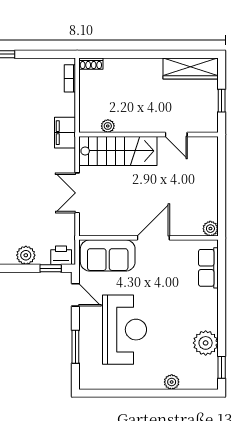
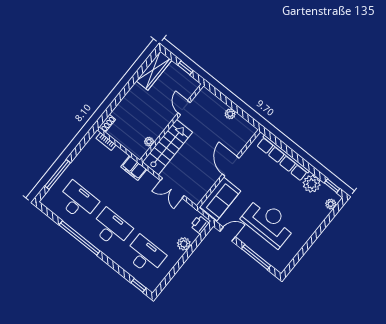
door: (176, 134) -> (184, 108), swing flipped
plant: (210, 229) -> (230, 114), moved
window: (51, 268) -> (202, 236), removed
row of seats: (208, 268) -> (283, 158), width x2.02
window: (75, 347) -> (256, 257), width x1.44
plant: (172, 382) -> (331, 204), moved

